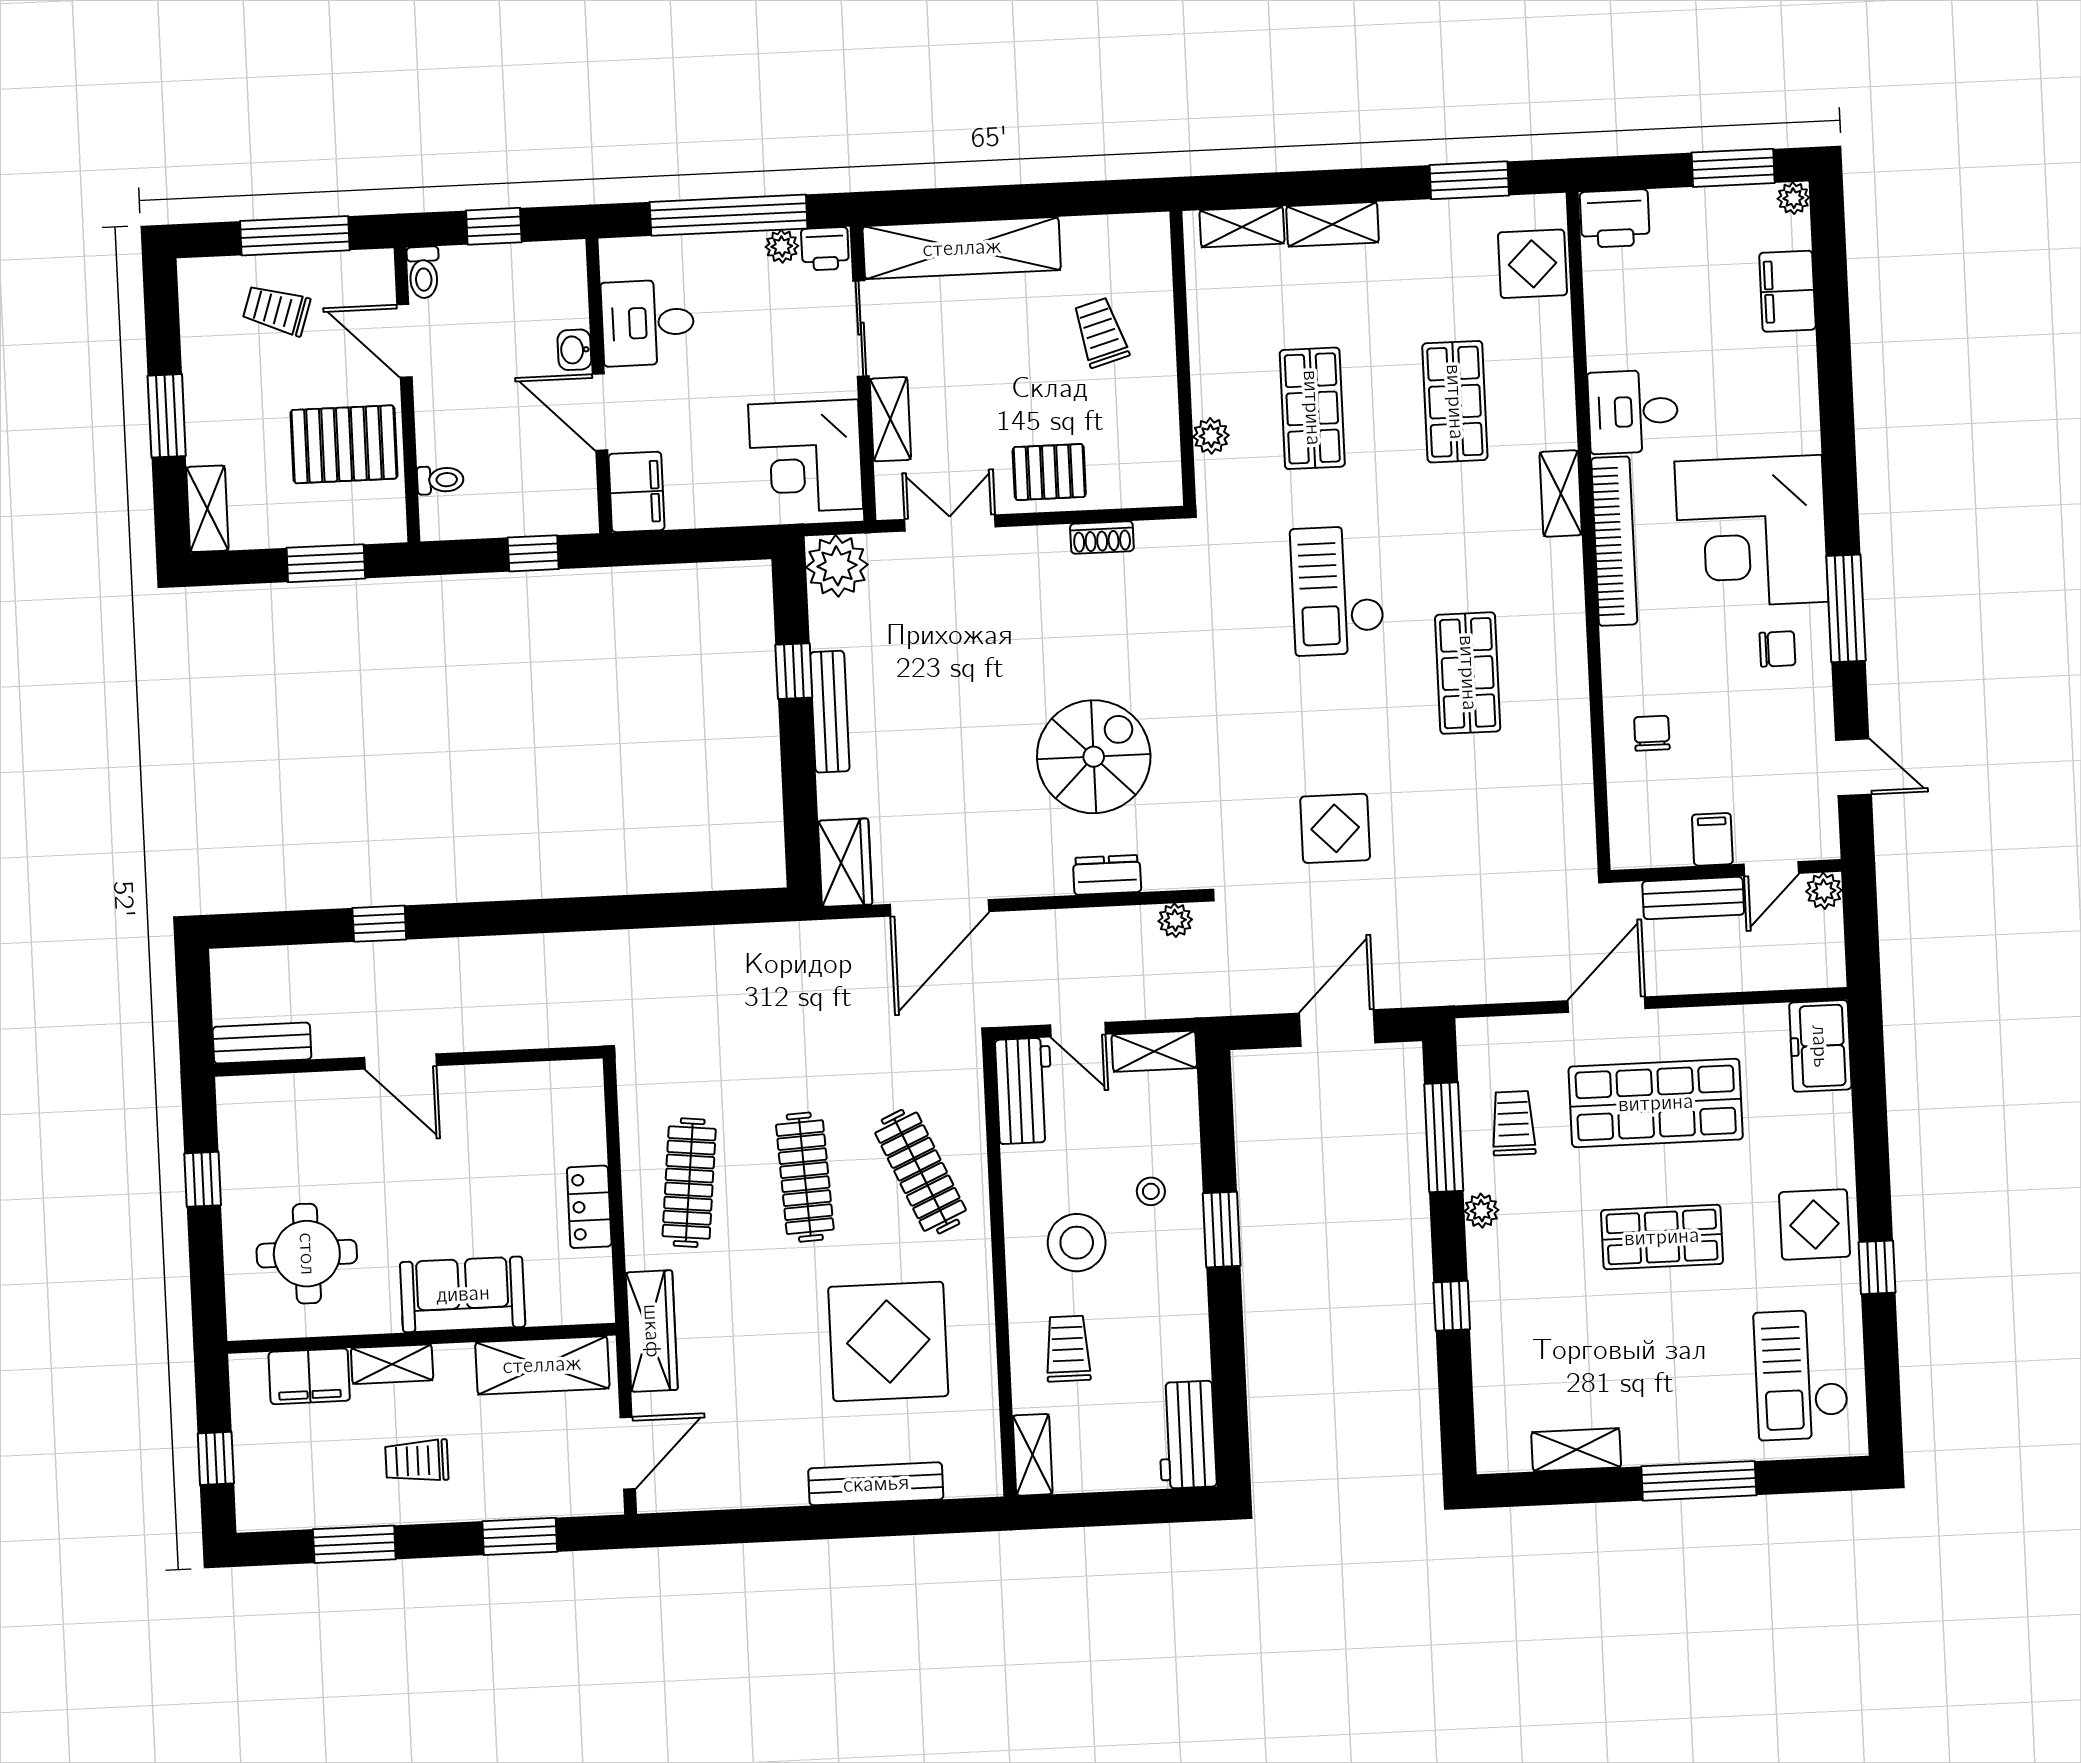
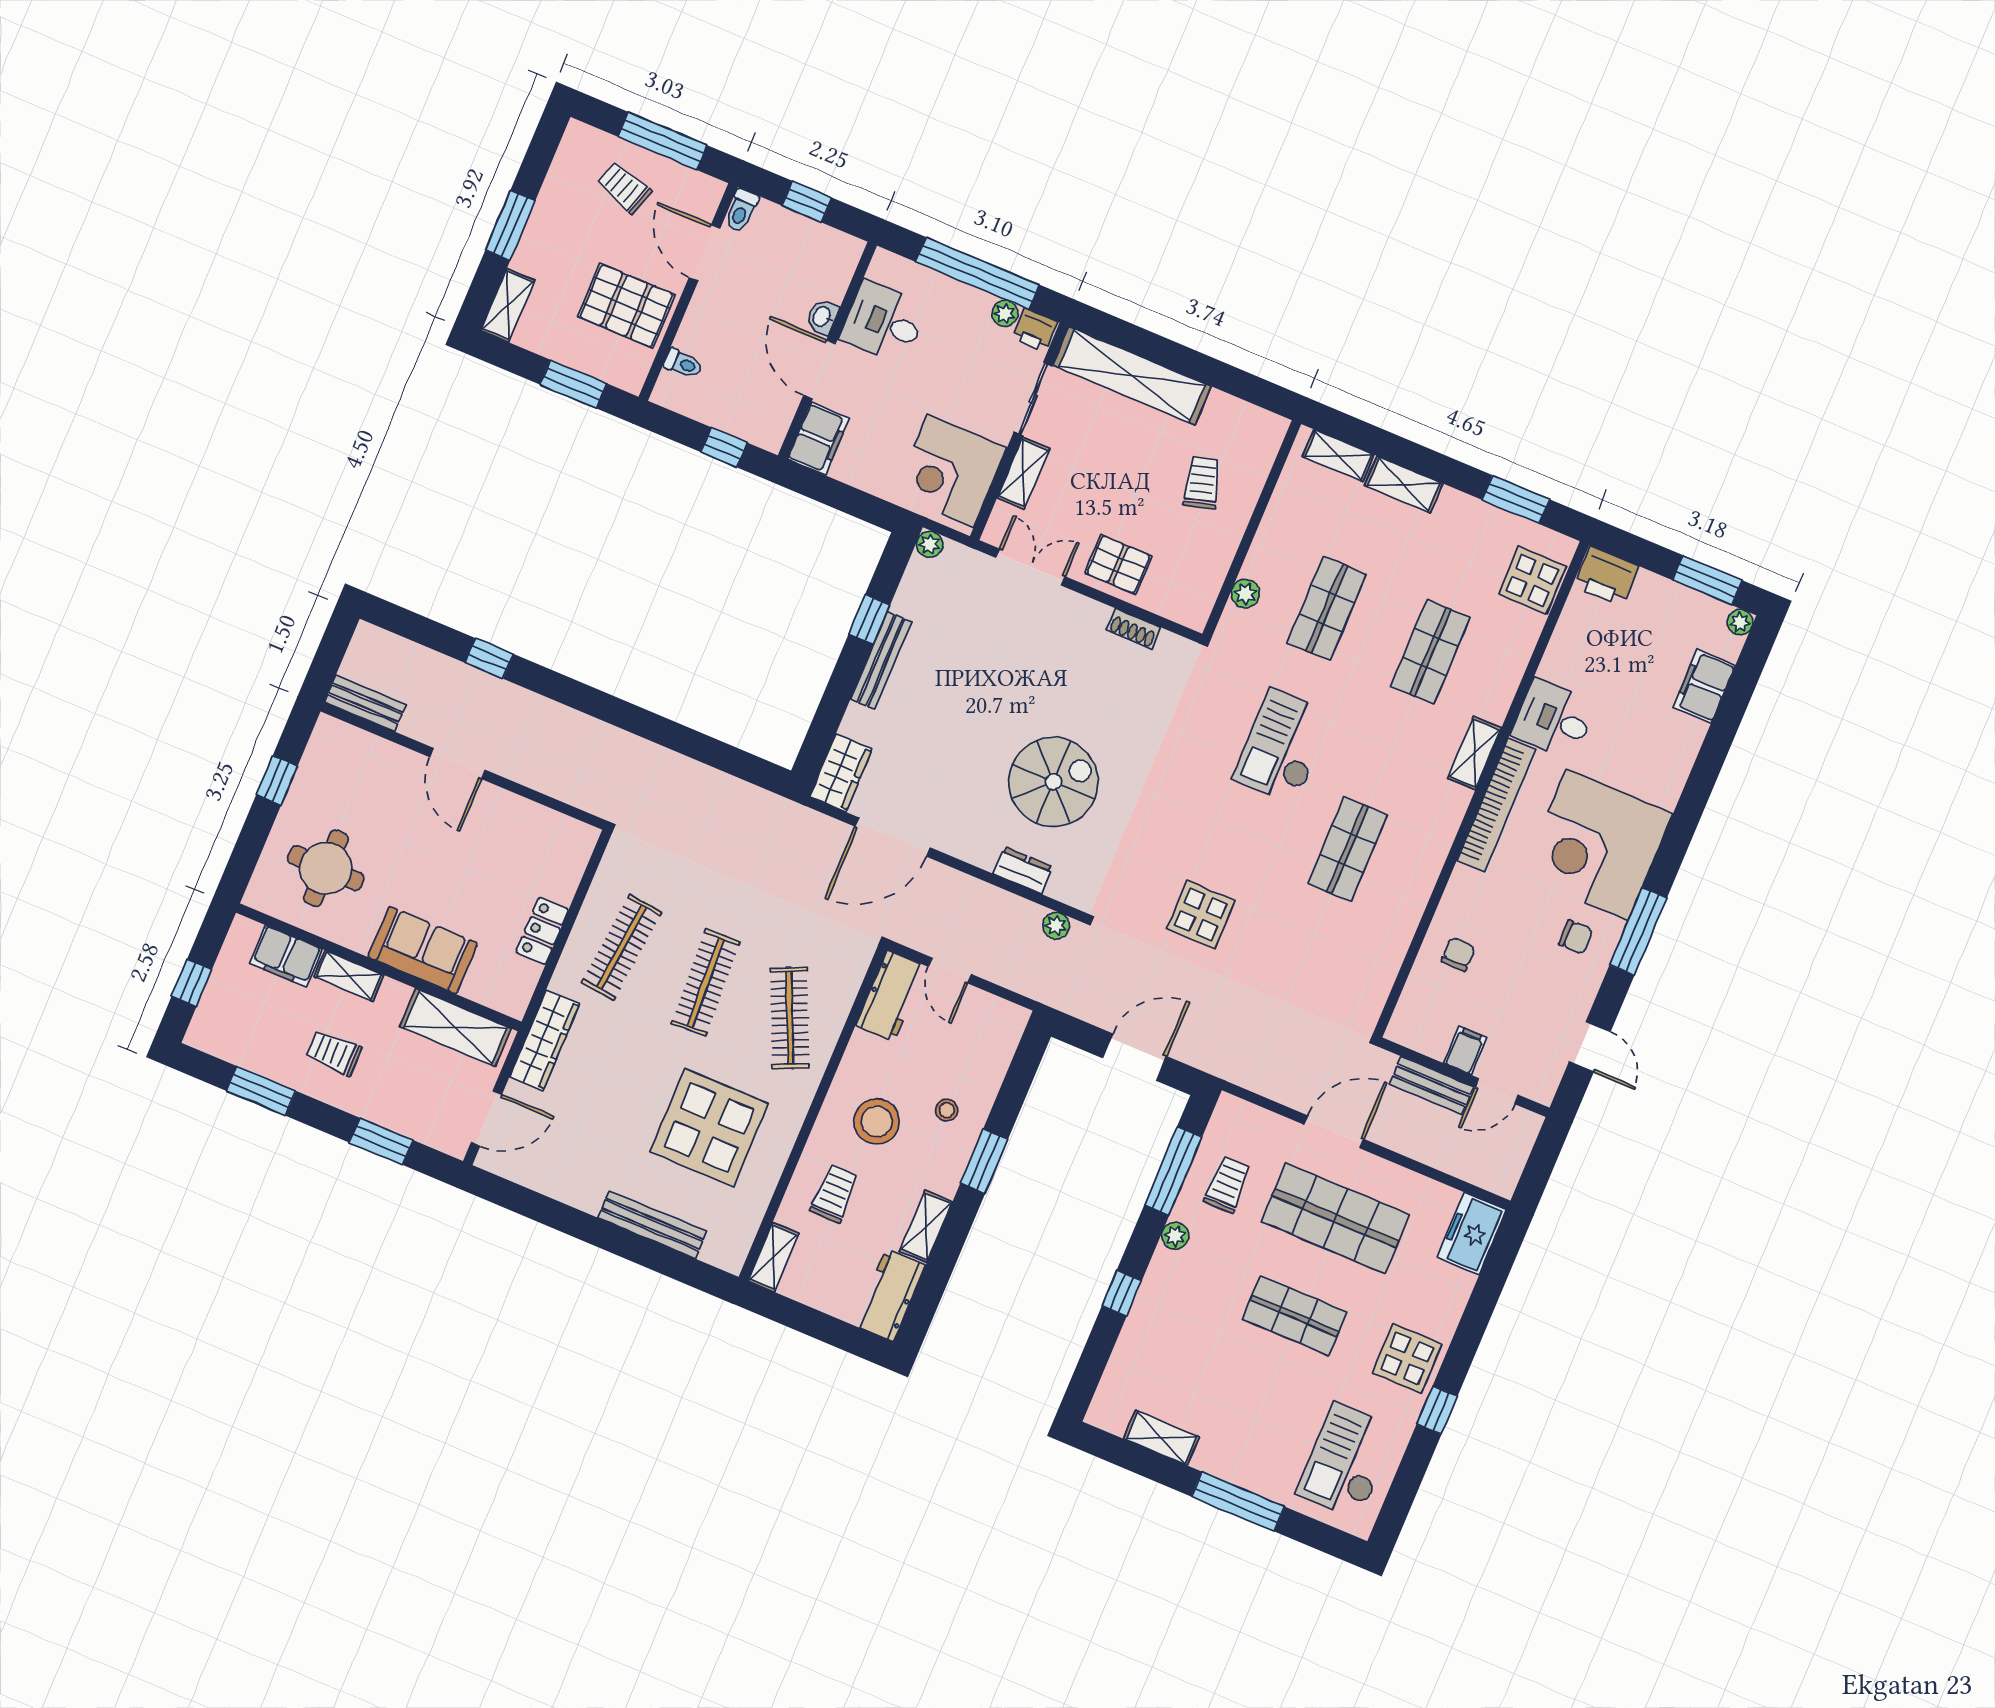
plant: (837, 566) -> (930, 544), width x0.53, depth x0.53
plant: (1824, 891) -> (1527, 1125), removed
shelving: (1154, 1051) -> (926, 1226), moved, turned 90

